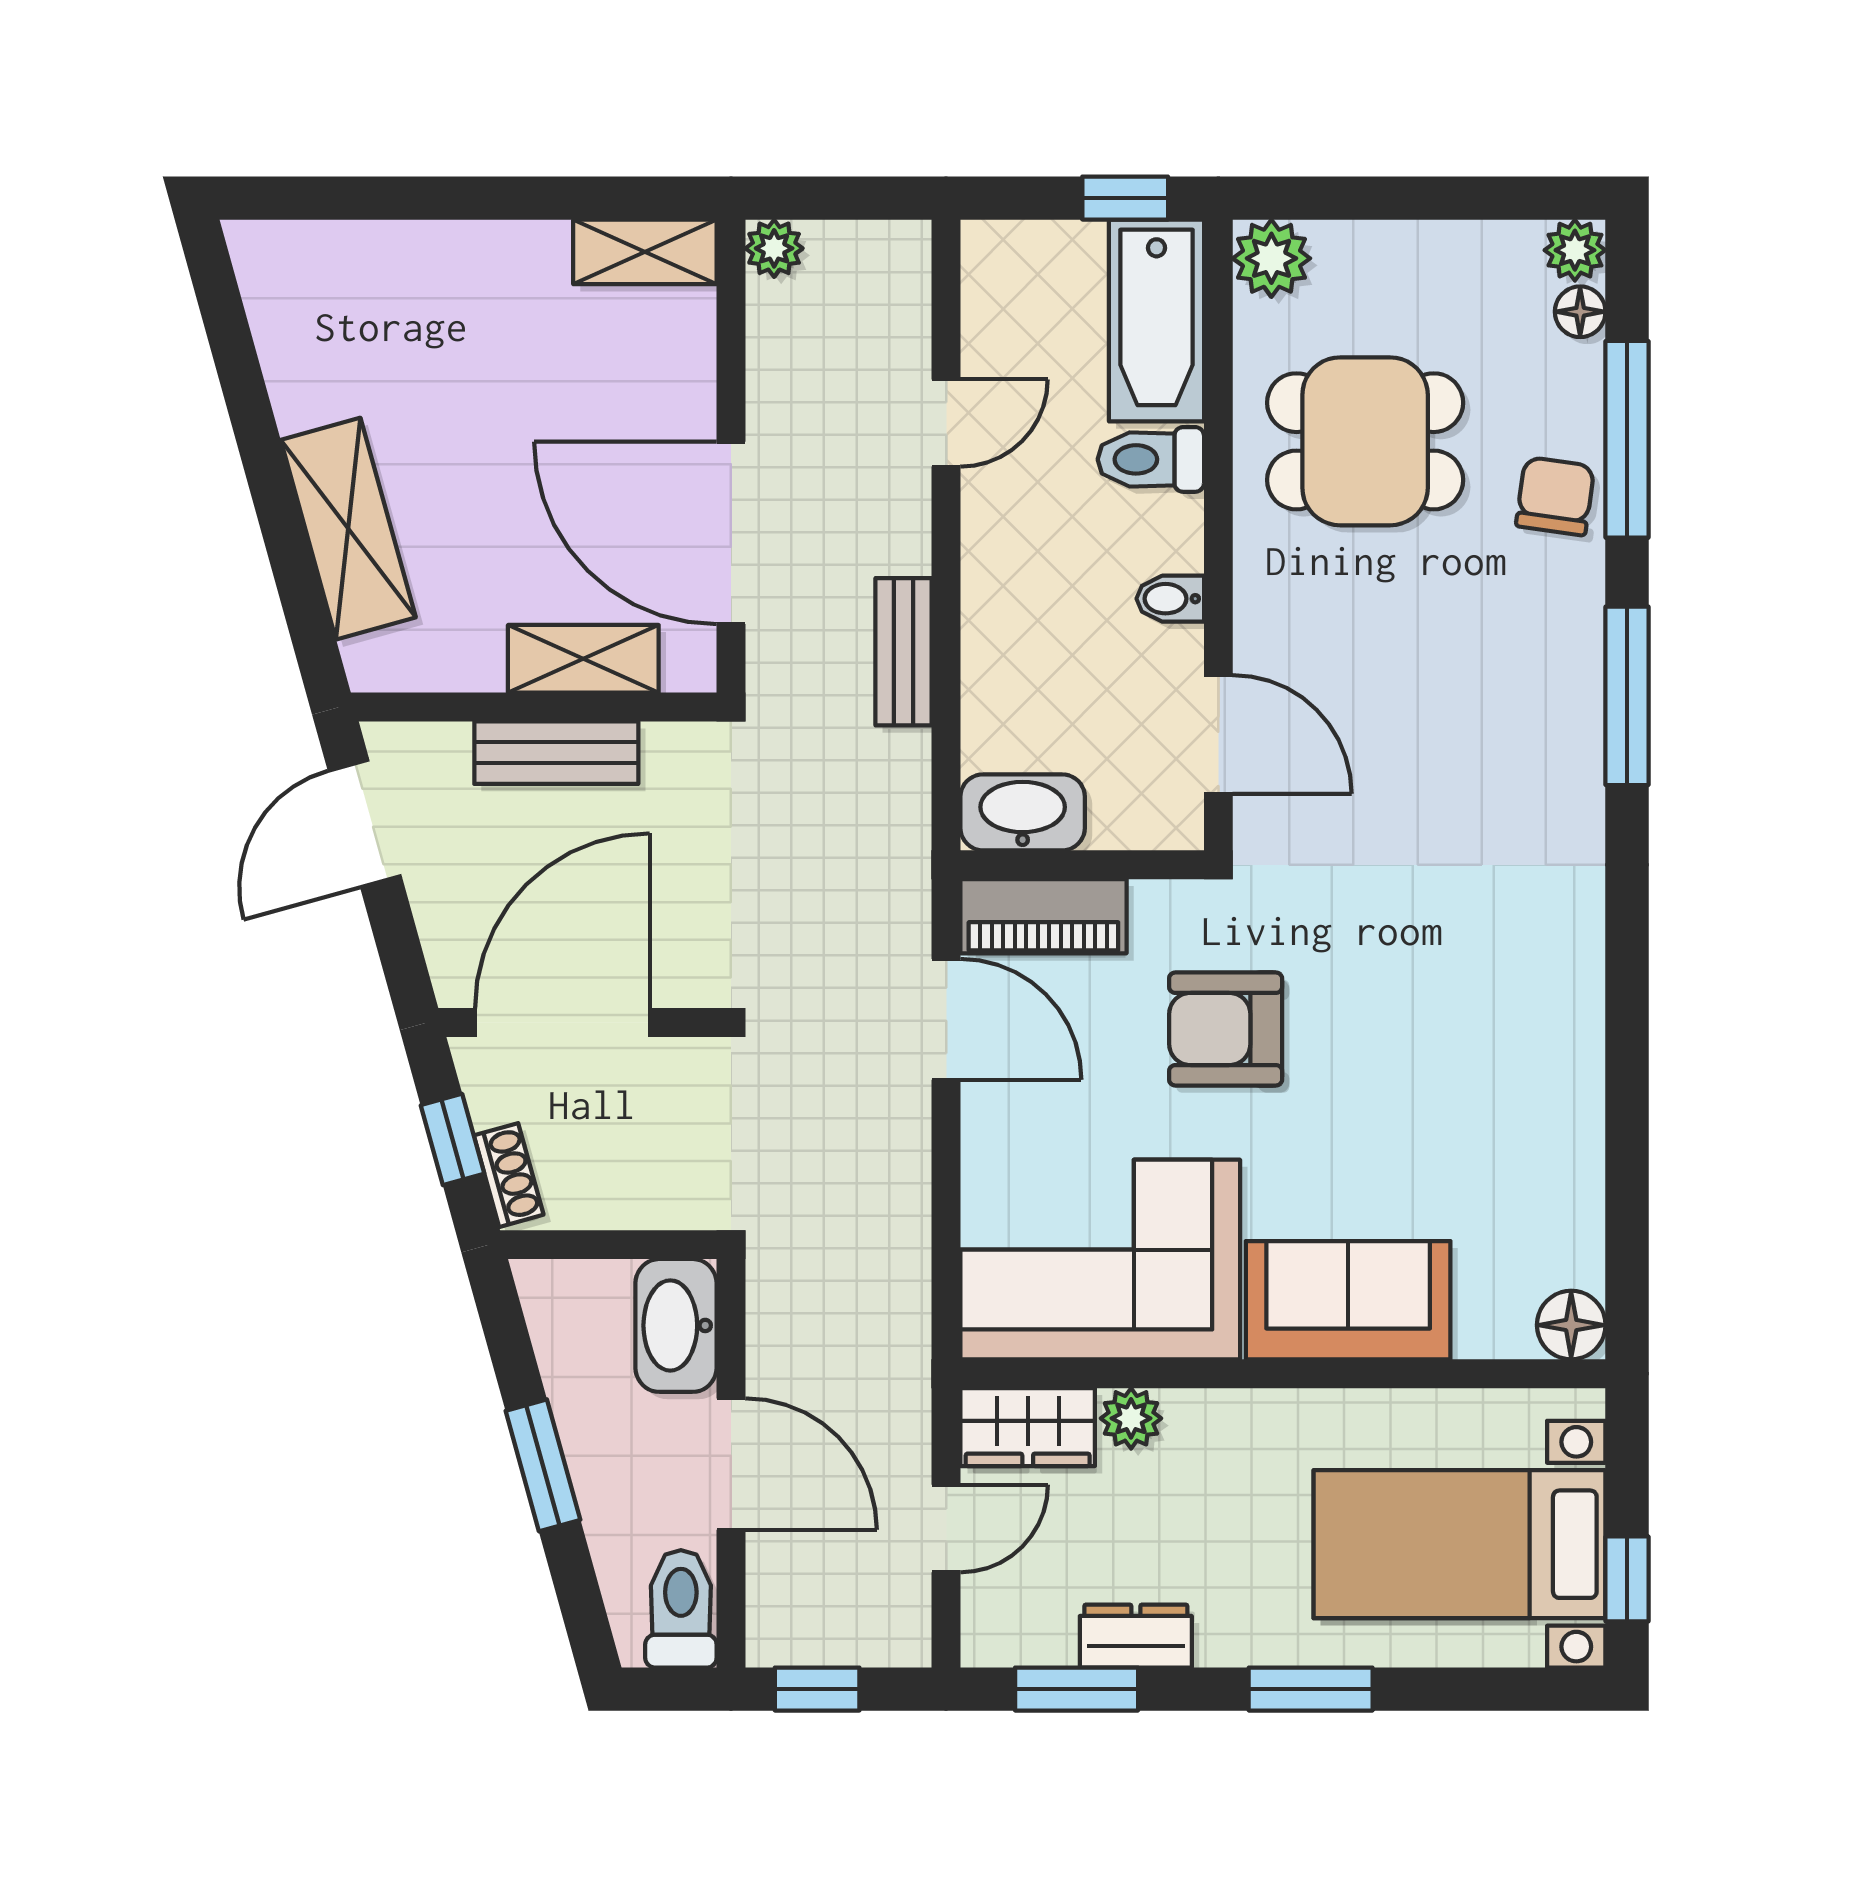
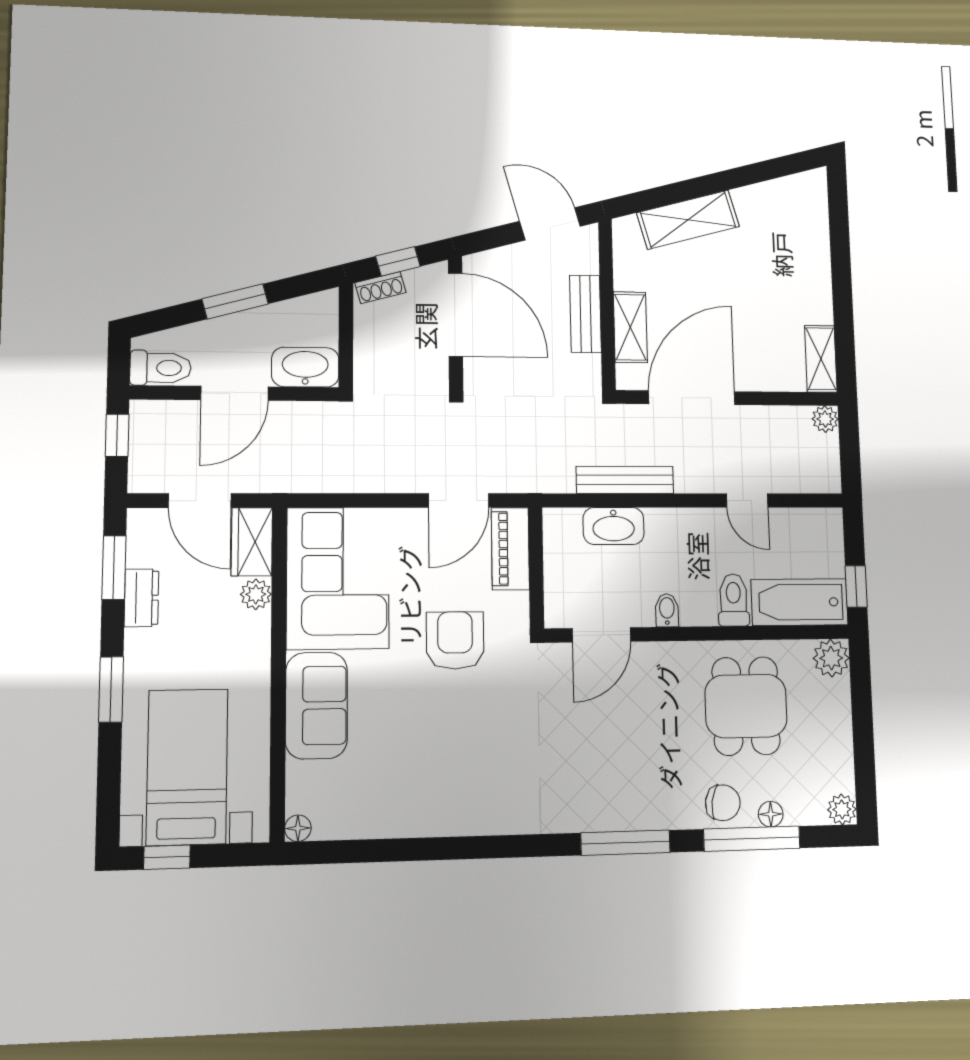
floor lamp: (1580, 312) -> (771, 814), moved
bench: (904, 652) -> (625, 480), width x1.36
washbasin: (1023, 812) -> (614, 526), moved, turned 90
floor lamp: (1571, 1325) -> (298, 828), width x0.73, depth x0.73
door: (946, 1528) -> (200, 501), width x1.38

